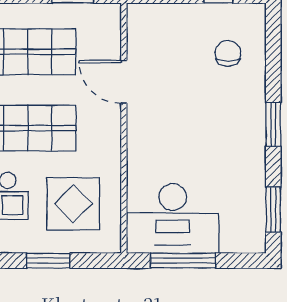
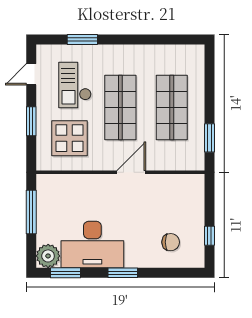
door: (124, 82) -> (131, 172), moved
desk: (173, 219) -> (92, 244), moved, turned -90
plant: (248, 236) -> (48, 256), added

